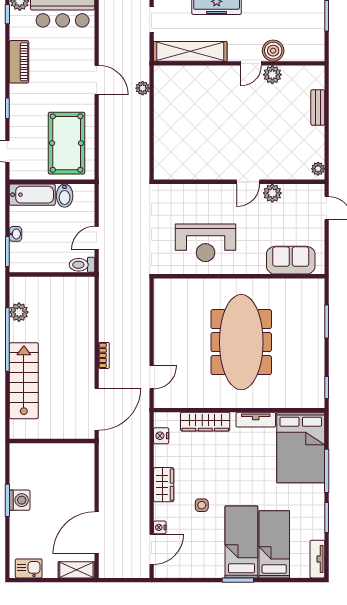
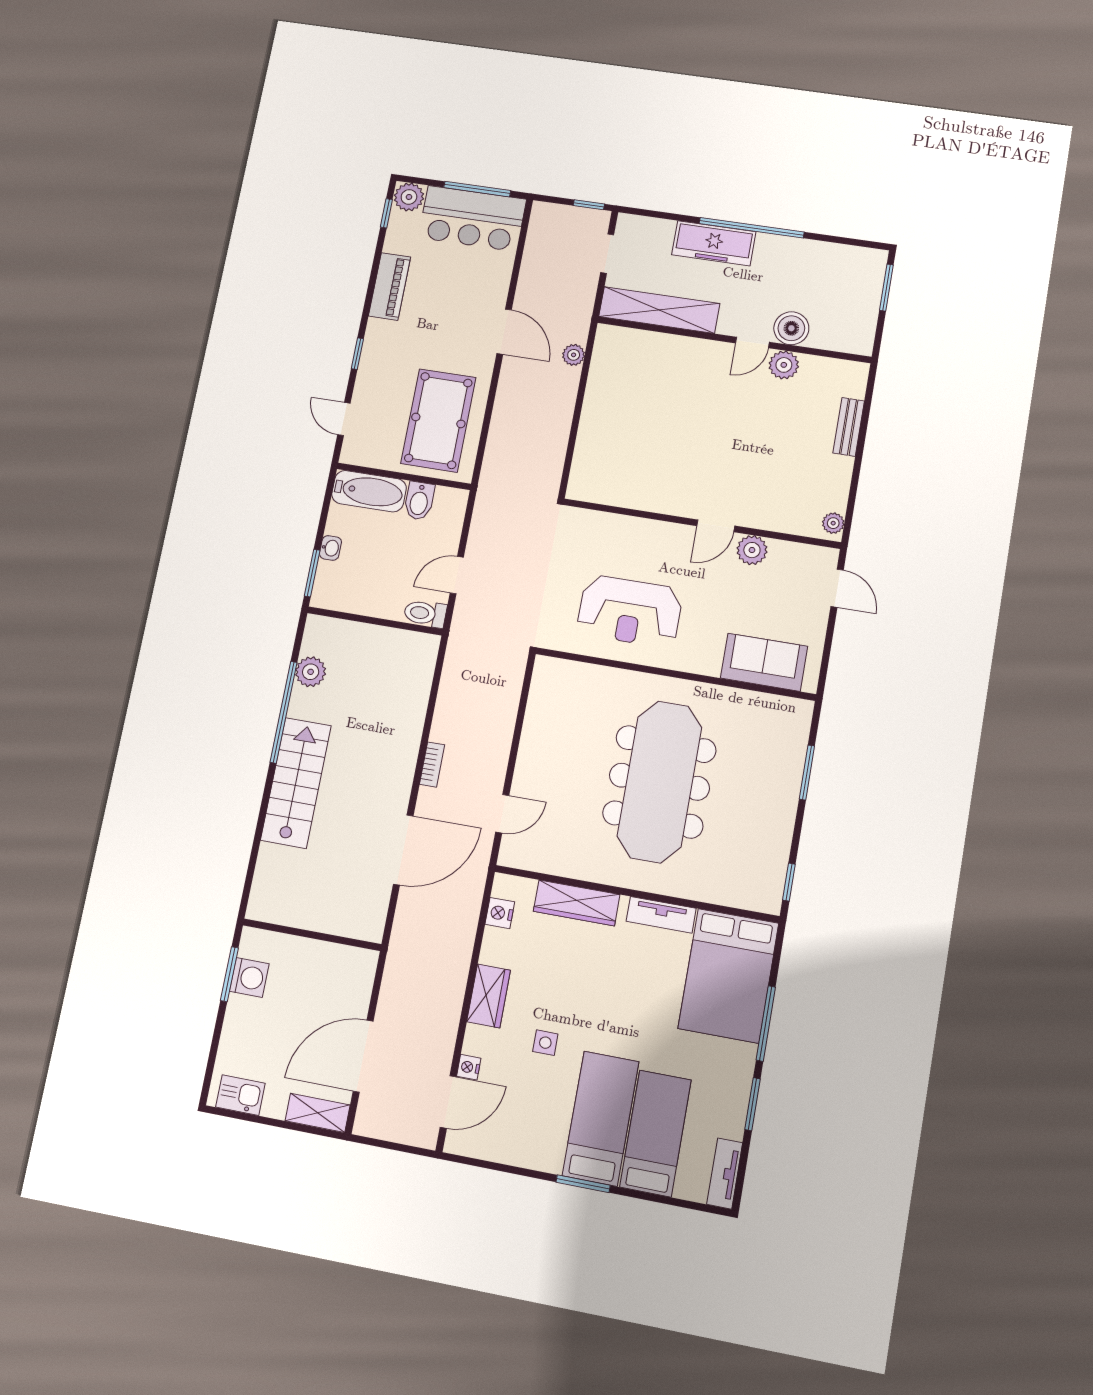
wall: (52, 441) -> (312, 935), moved

